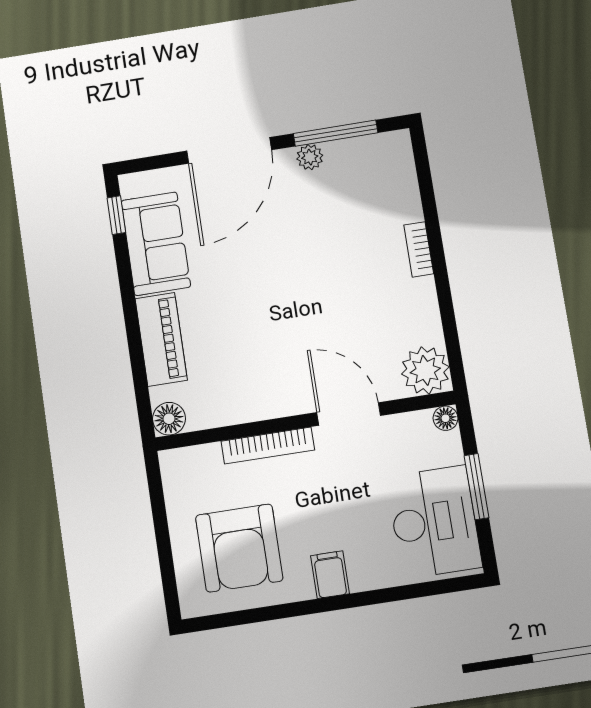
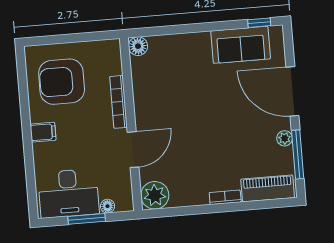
piano: (161, 339) -> (268, 188), moved, turned 180
floor lamp: (445, 418) -> (108, 206), moved

